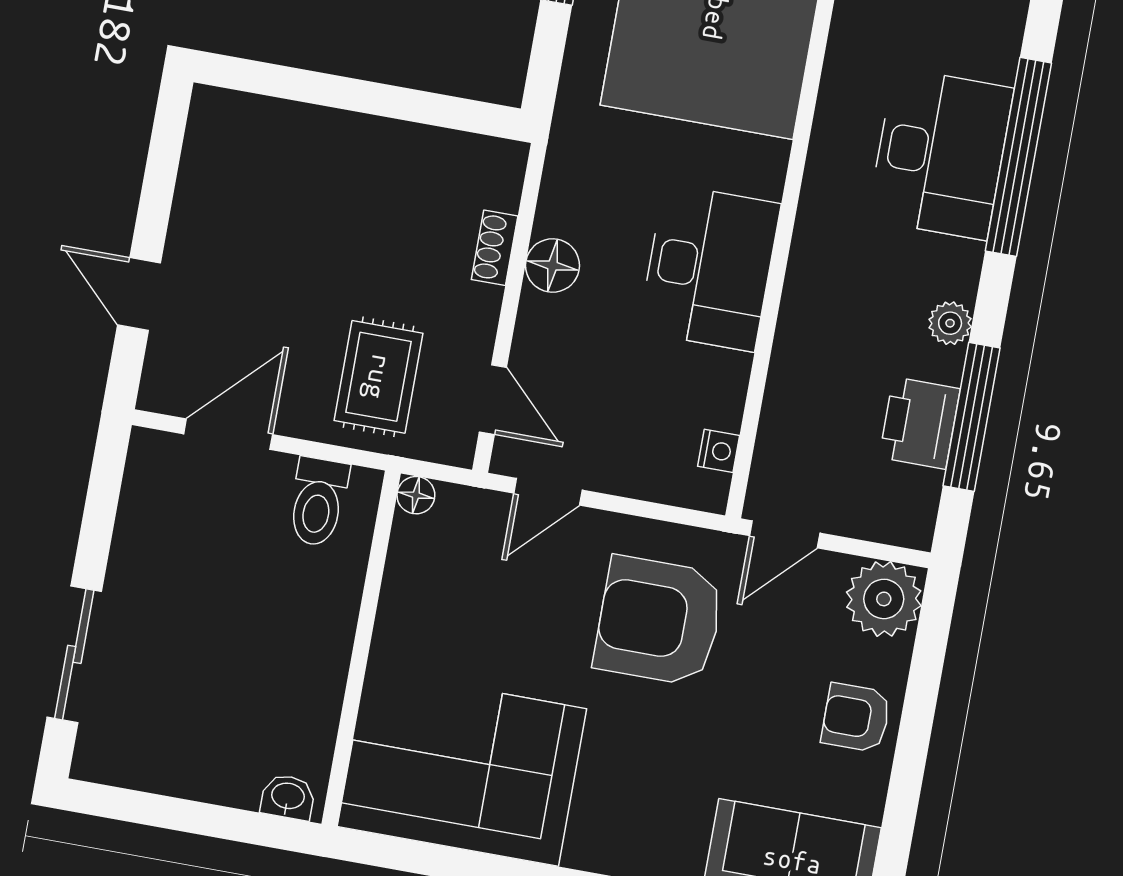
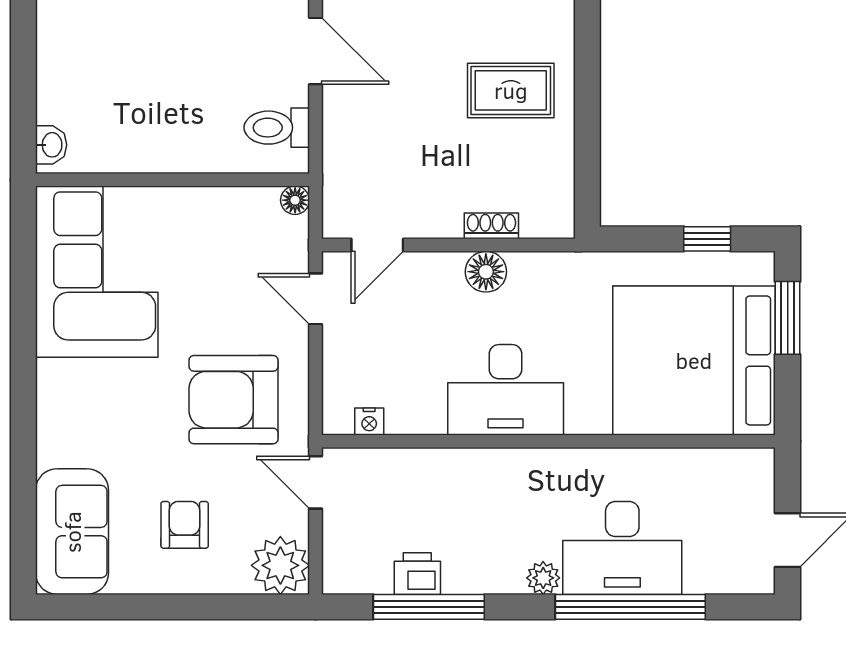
plant: (950, 323) -> (543, 578), moved
rug: (378, 377) -> (511, 90), moved
printer: (920, 423) -> (417, 574), width x0.73, depth x0.81
armchair: (659, 621) -> (234, 400), turned -90
armchair: (856, 718) -> (185, 525), moved

